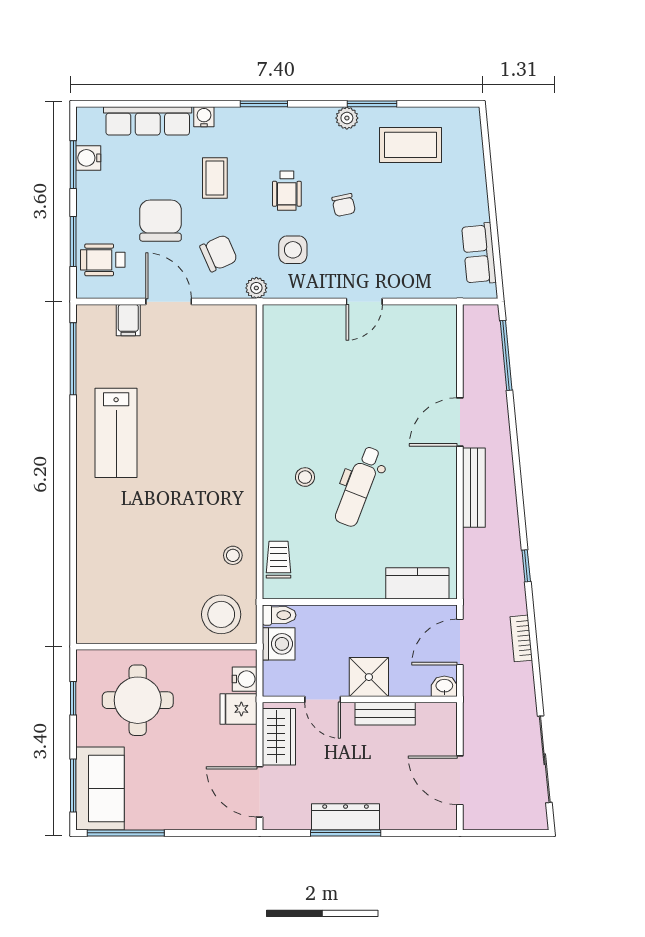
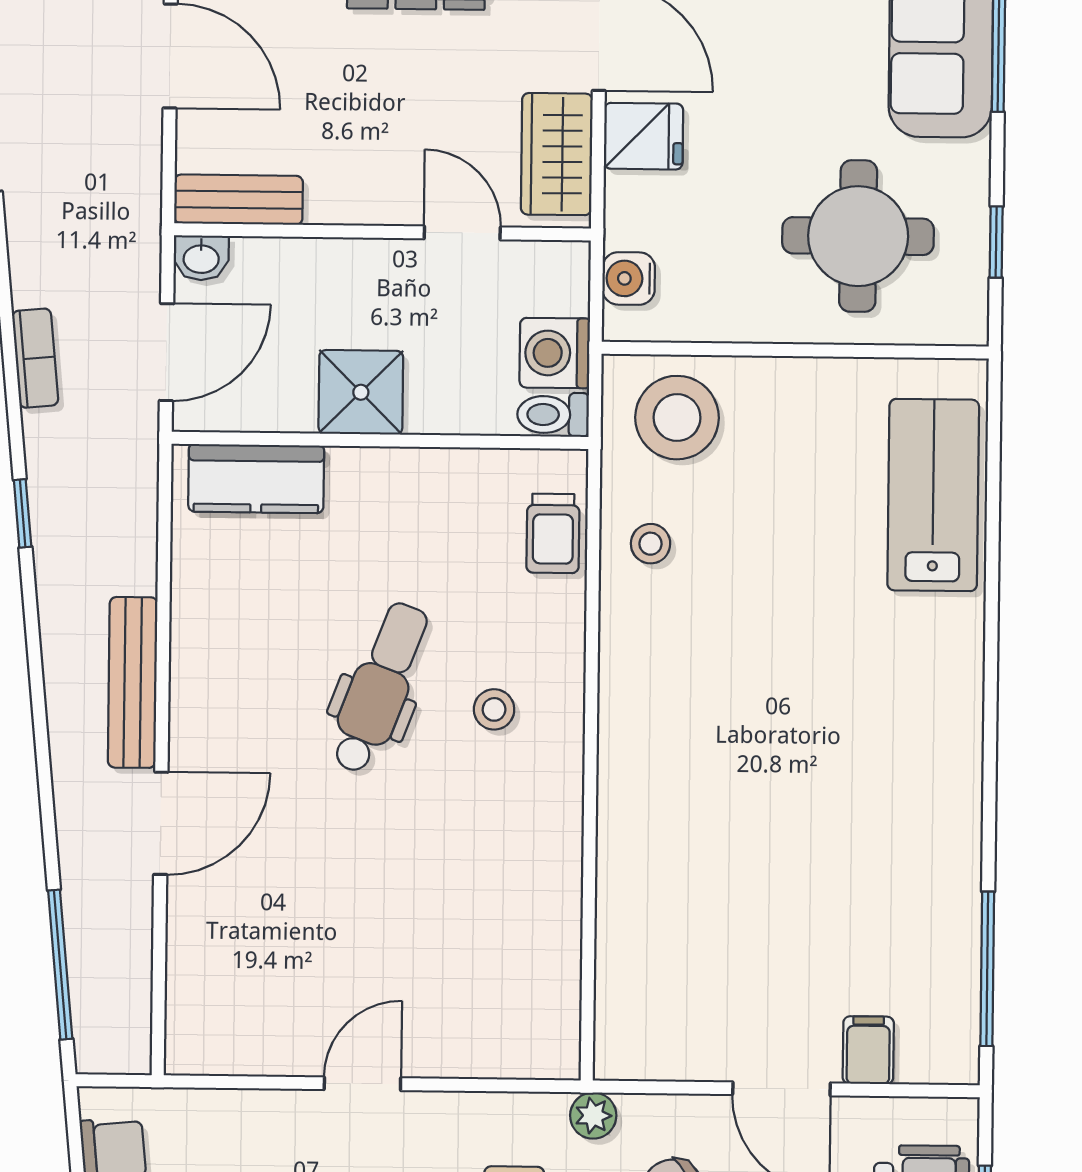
lab bench: (116, 433) -> (933, 495), moved
shower: (369, 677) -> (361, 392), moved
fridge: (238, 709) -> (643, 136), moved
bench: (385, 714) -> (239, 200), moved

